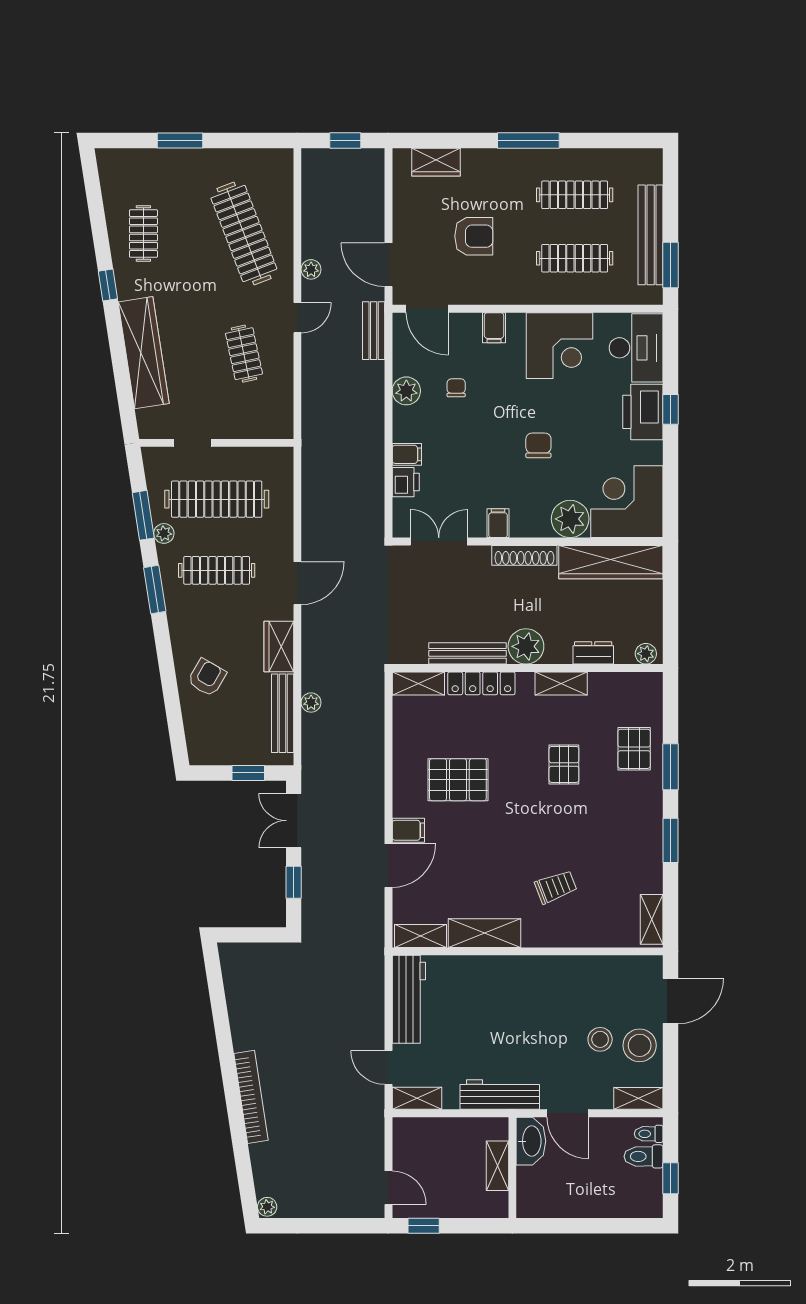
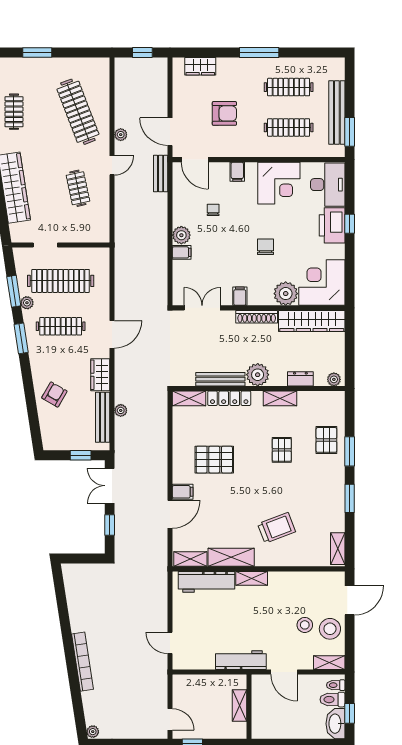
plant: (406, 391) -> (181, 235), moved
printer: (406, 482) -> (181, 270), removed
trolley: (556, 887) -> (277, 528), width x1.36, depth x1.39
workbench: (409, 999) -> (206, 582), moved, turned 90
shelving: (417, 1098) -> (252, 578), moved
washbasin: (531, 1141) -> (335, 724), moved, turned 180

